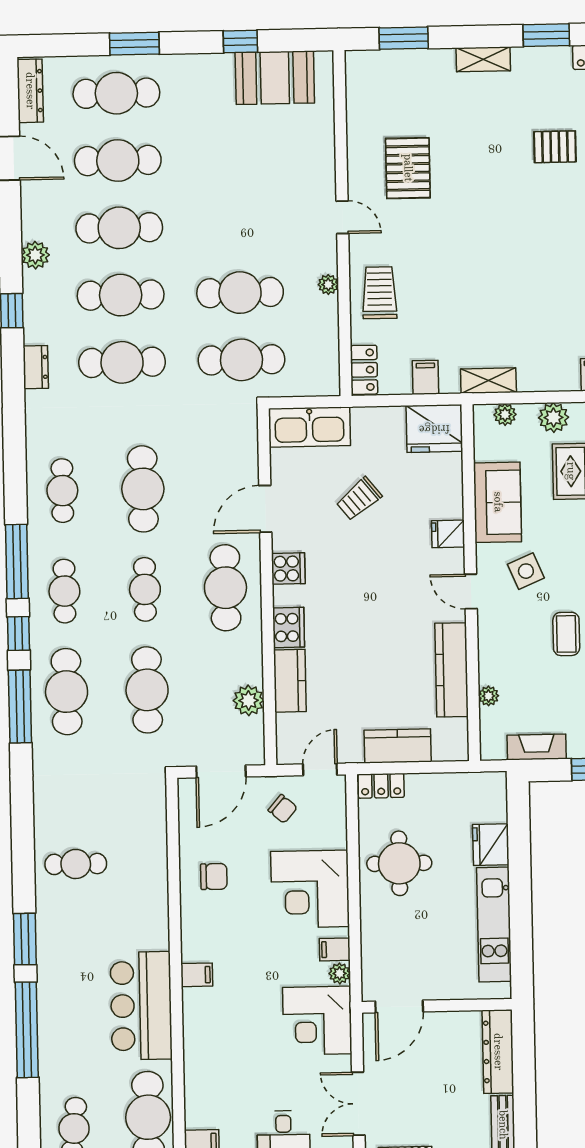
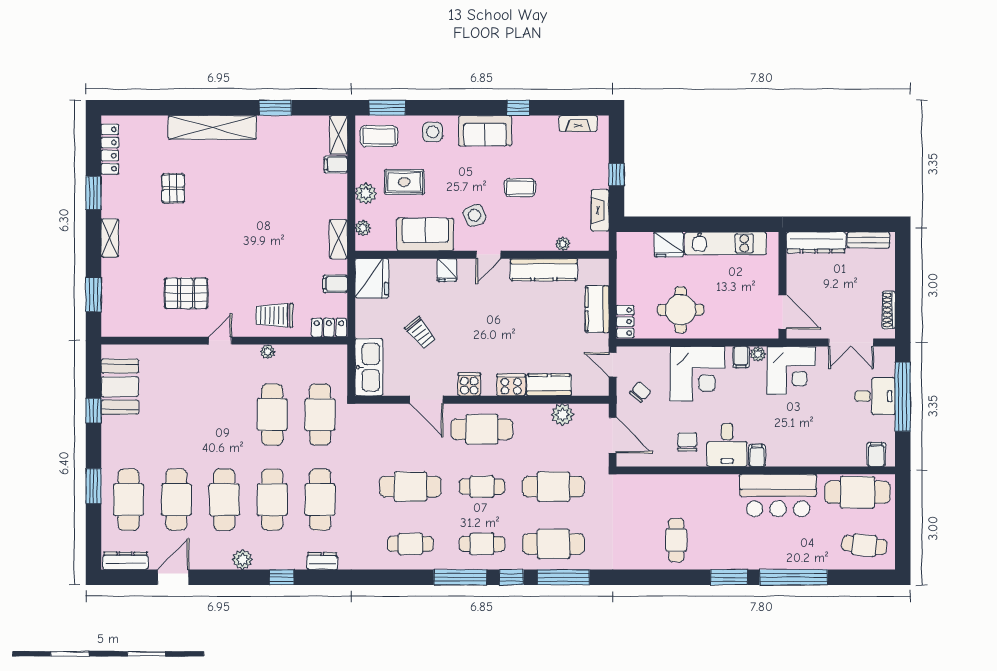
desk: (211, 933) -> (727, 445), added

